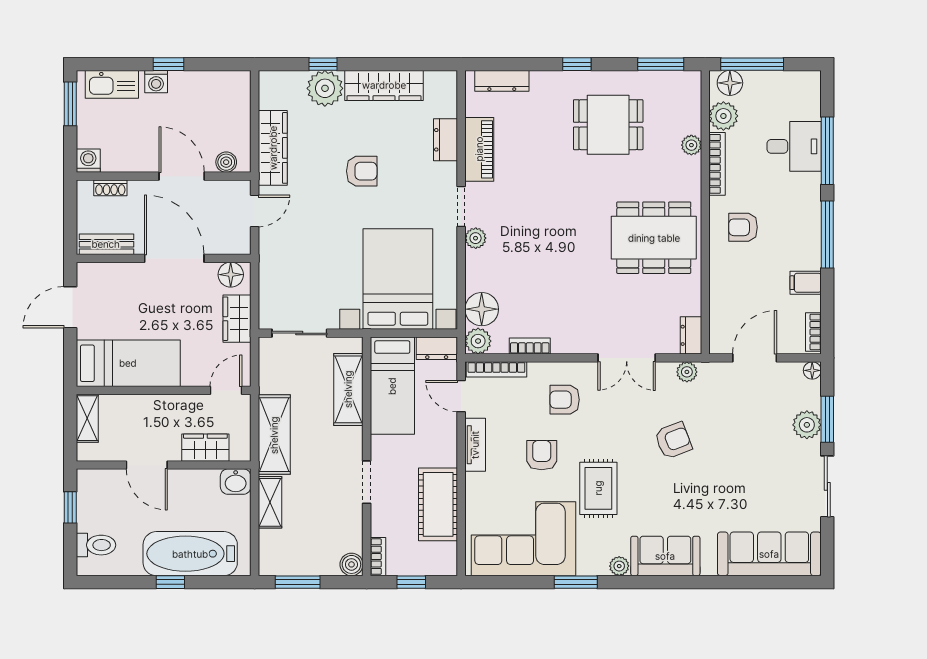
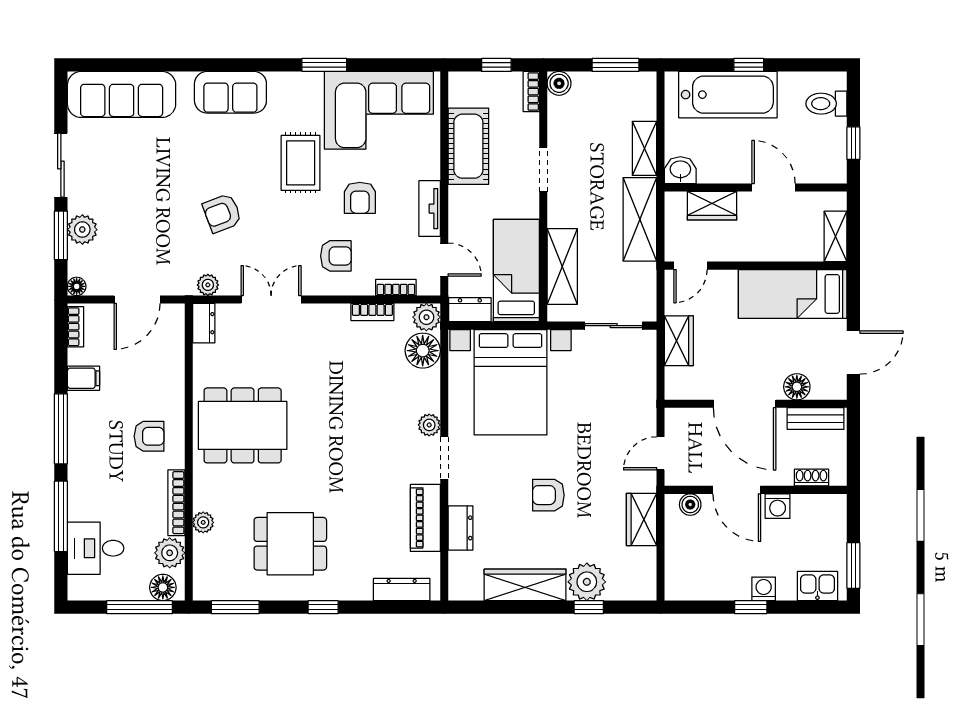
kitchen sink: (112, 84) -> (817, 586), width x0.73
desk: (794, 146) -> (96, 548), moved
wardrobe: (273, 148) -> (641, 519), width x0.67
washing machine: (88, 161) -> (778, 506), moved
floor lamp: (231, 275) -> (797, 387), moved
bookcase: (496, 369) -> (396, 288), width x0.64
plant: (619, 566) -> (279, 82), removed

